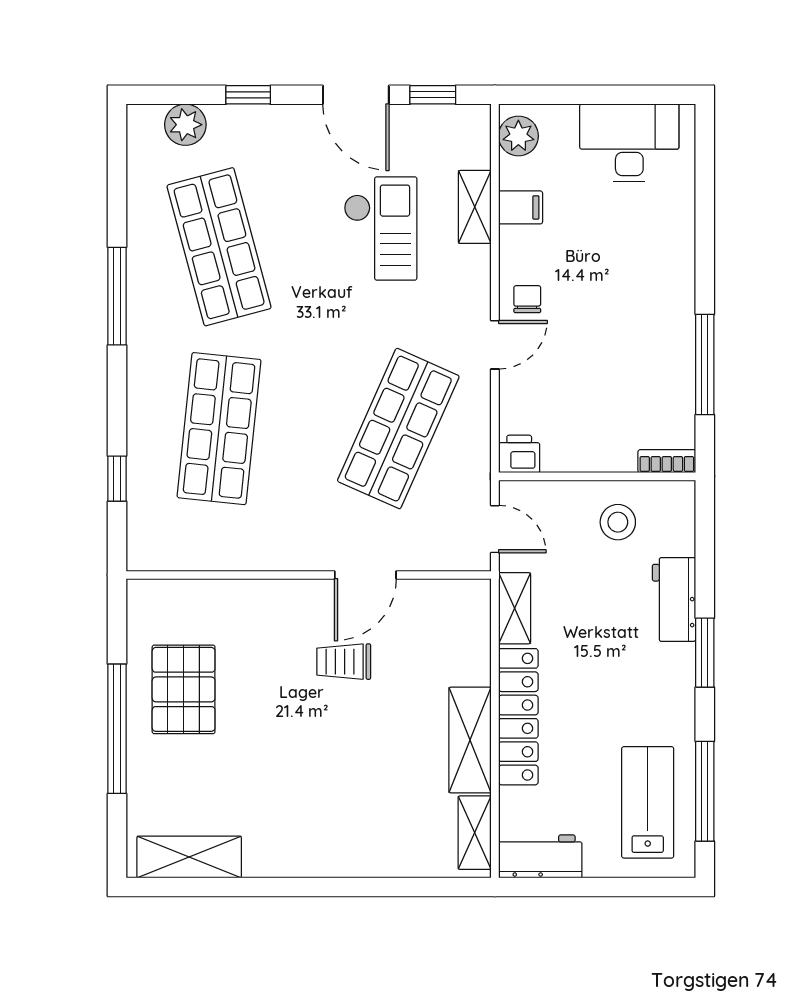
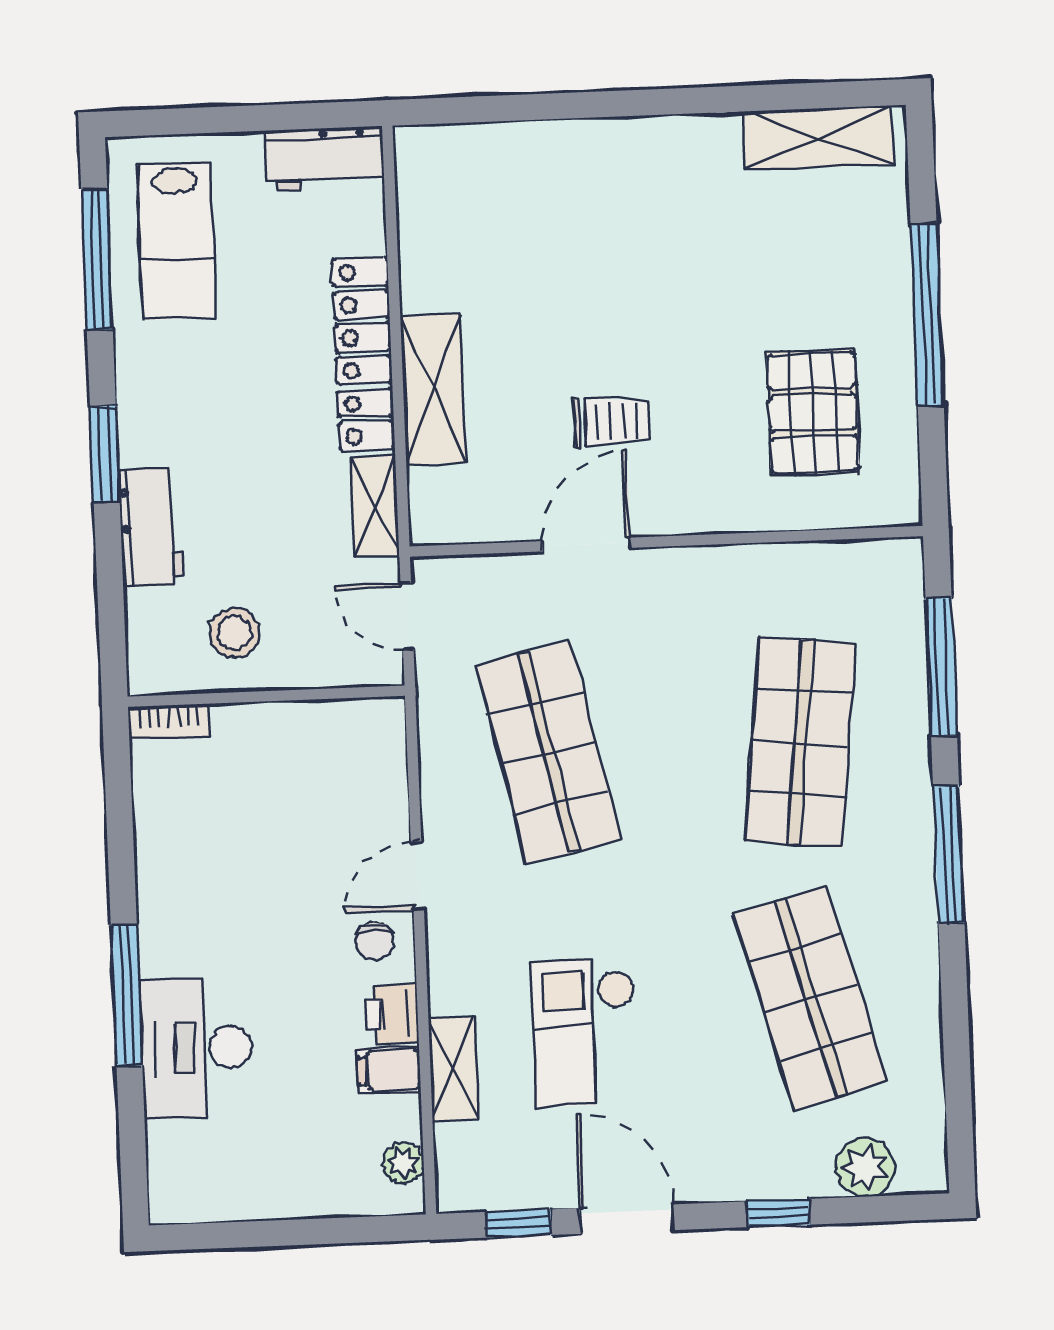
plant: (518, 136) -> (403, 1163), width x0.73, depth x0.73
desk: (629, 143) -> (196, 1048), moved, turned 90
window: (117, 296) -> (949, 854), moved
window: (705, 365) -> (127, 995), moved
shop shelf: (398, 429) -> (548, 752), turned -36
printer: (519, 454) -> (391, 1014), moved, turned 90
window: (117, 479) -> (941, 666), width x2.17
pallet: (184, 689) -> (813, 413), moved
shelving: (470, 740) -> (433, 390), moved
shelving: (475, 833) -> (418, 188), removed

